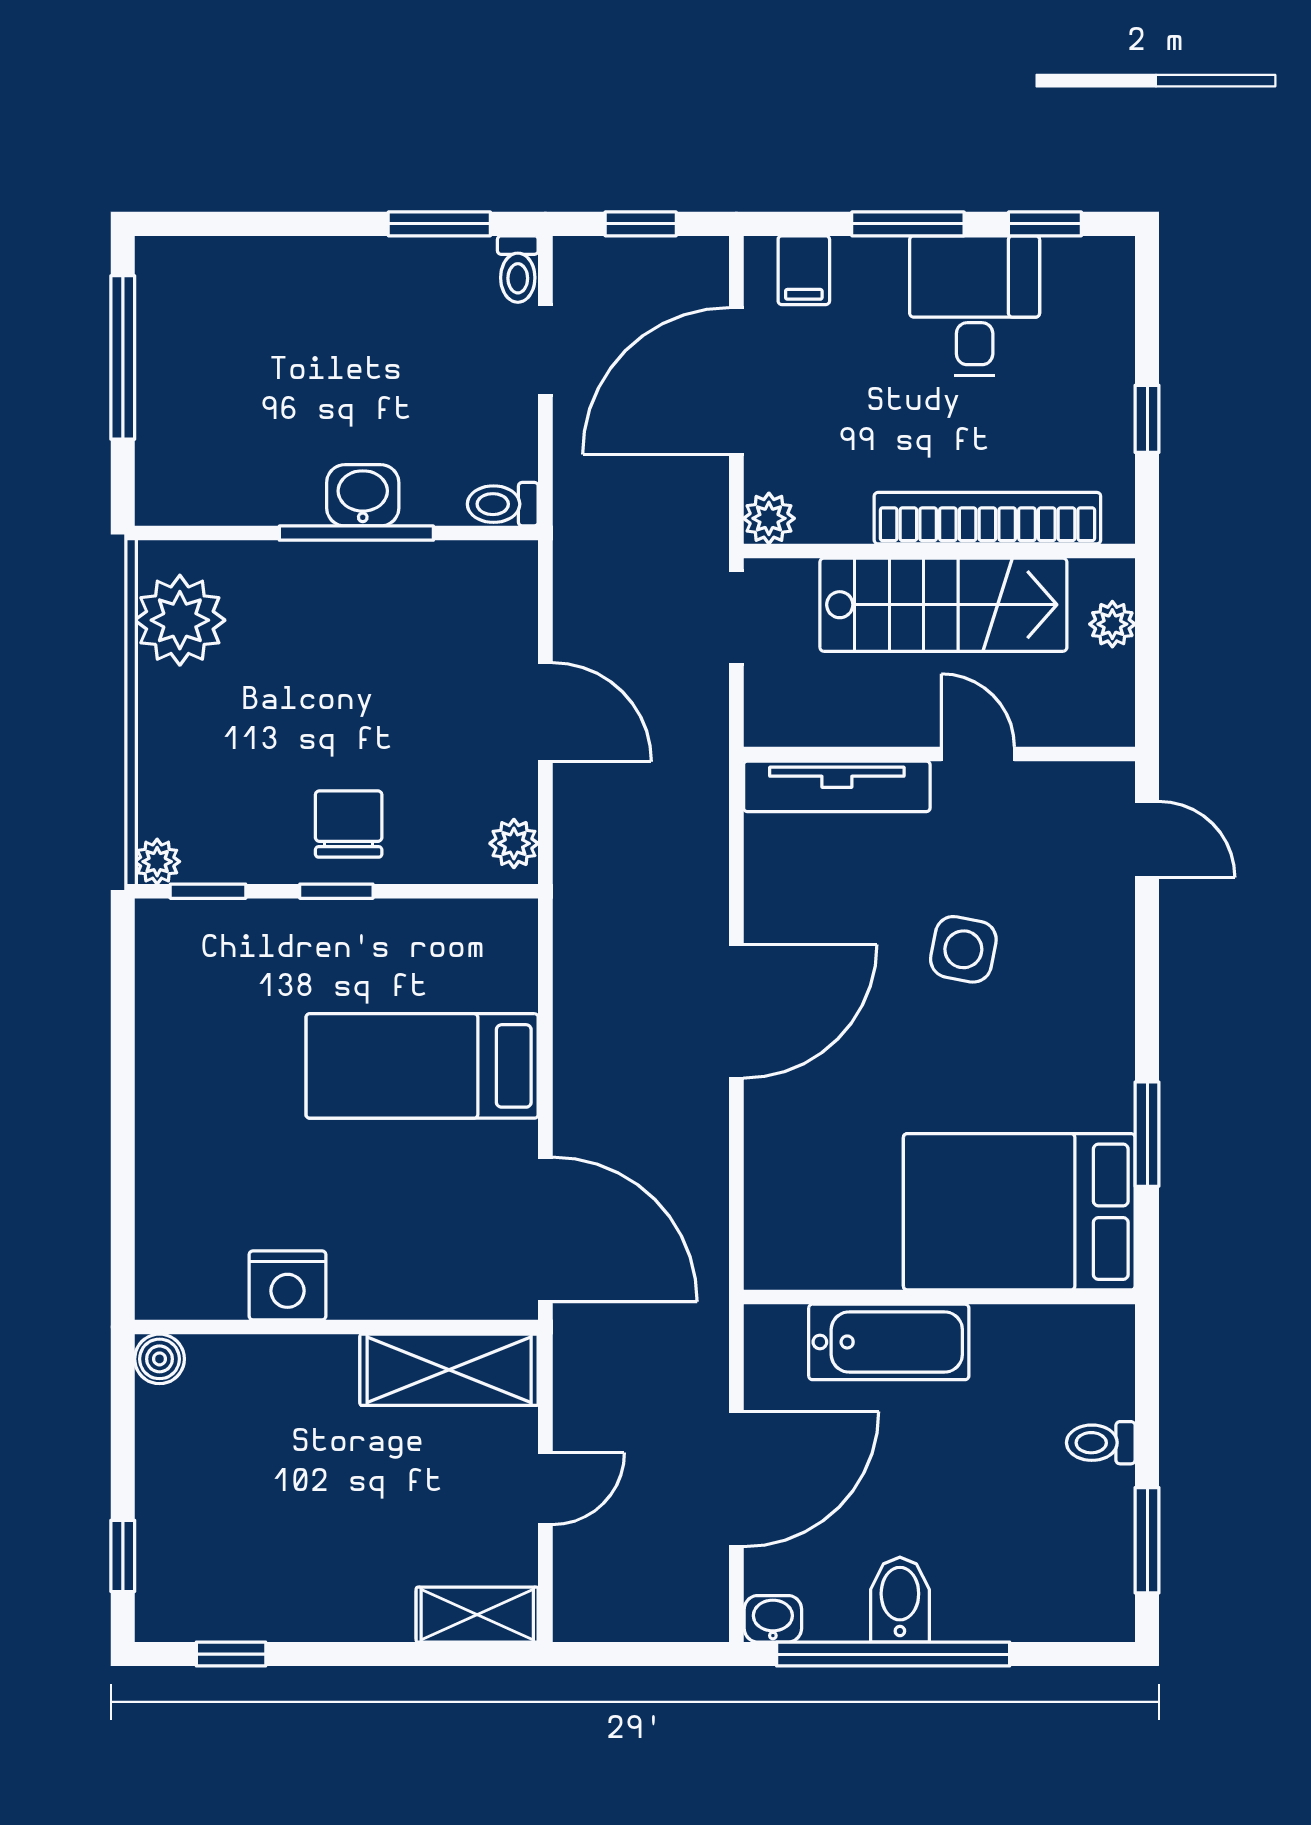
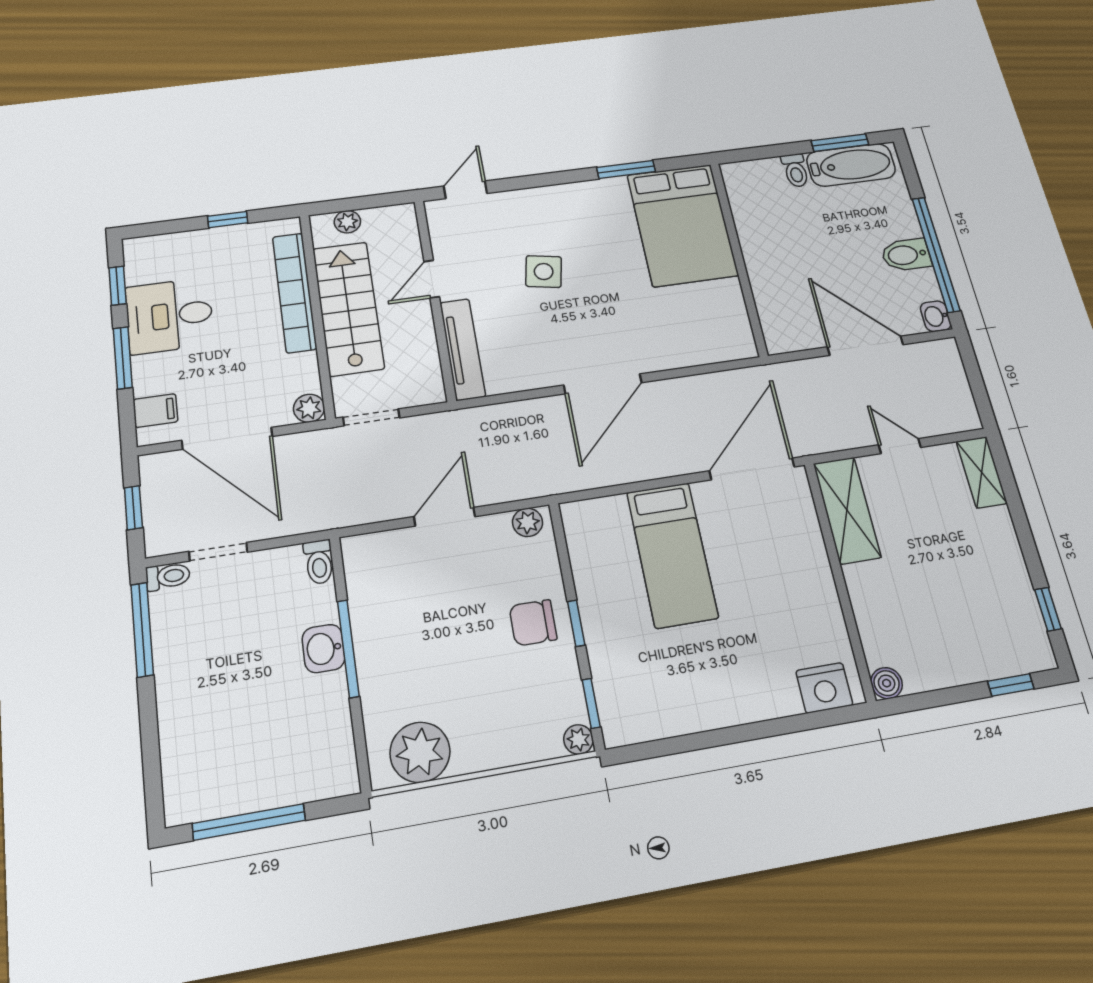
window: (439, 224) -> (142, 629), width x1.44
door: (736, 1011) -> (603, 384), swing flipped
nightstand: (287, 1285) -> (824, 688), moved, turned 90
bathtub: (889, 1342) -> (851, 165), moved, turned 90

